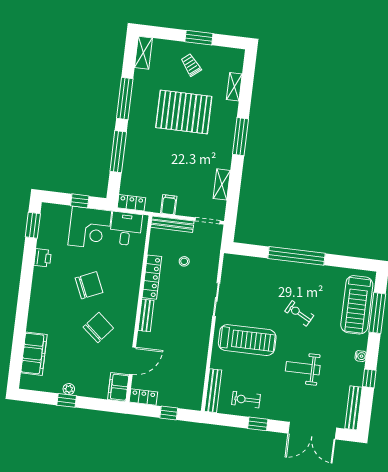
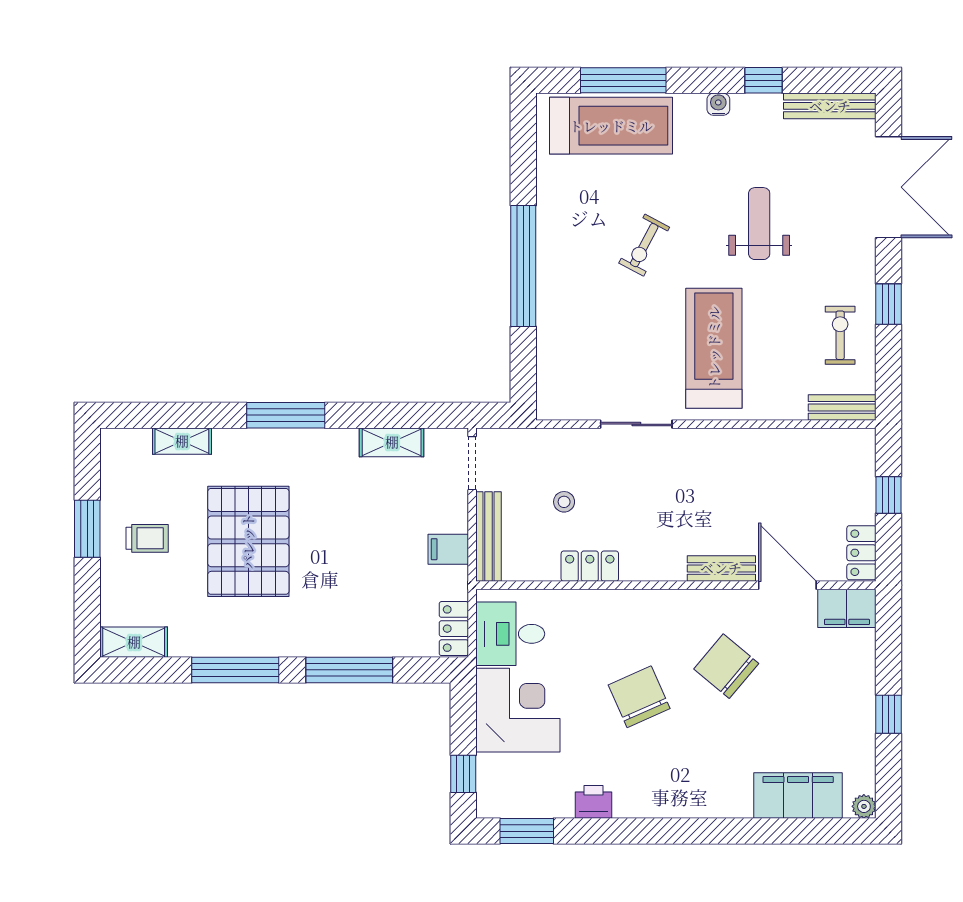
trolley: (191, 65) -> (147, 538), turned -141
window: (80, 201) -> (463, 774), moved
locker: (152, 277) -> (590, 566), width x0.66
bench: (146, 315) -> (721, 568), moved
weight bench: (303, 368) -> (759, 224), turned 180
plant: (69, 389) -> (864, 806), moved
bench: (213, 391) -> (842, 407), width x0.73
exercise bike: (246, 400) -> (840, 335), turned 180

